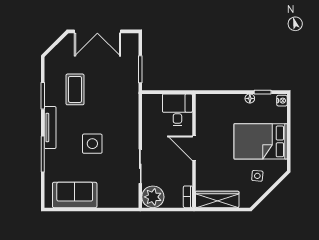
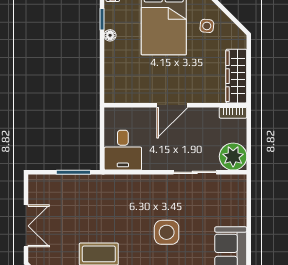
double door: (97, 31) -> (26, 226), width x0.73
desk: (177, 110) -> (123, 150), moved, turned -90

